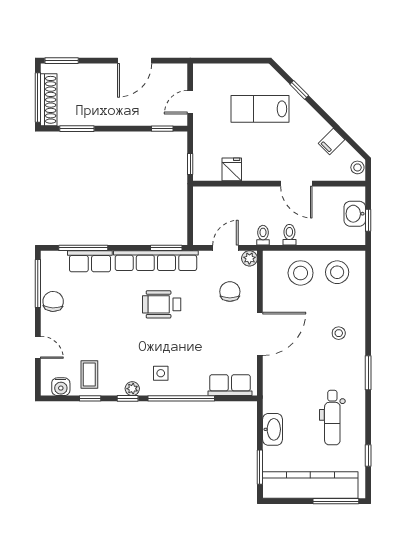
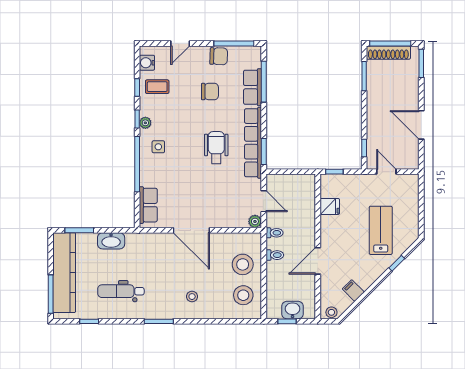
chair: (230, 292) -> (210, 92), moved

